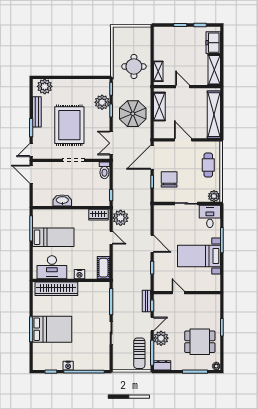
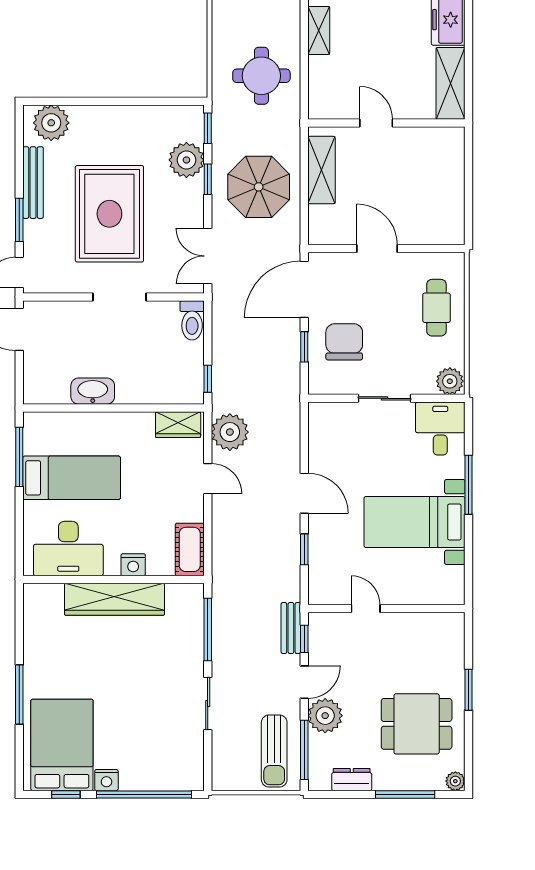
shelving: (158, 71) -> (319, 30), moved
shelving: (214, 115) -> (450, 189), removed
wardrobe: (56, 289) -> (114, 599), moved
bed: (52, 329) -> (62, 745), moved, turned -90
dresser: (162, 365) -> (352, 780), moved

